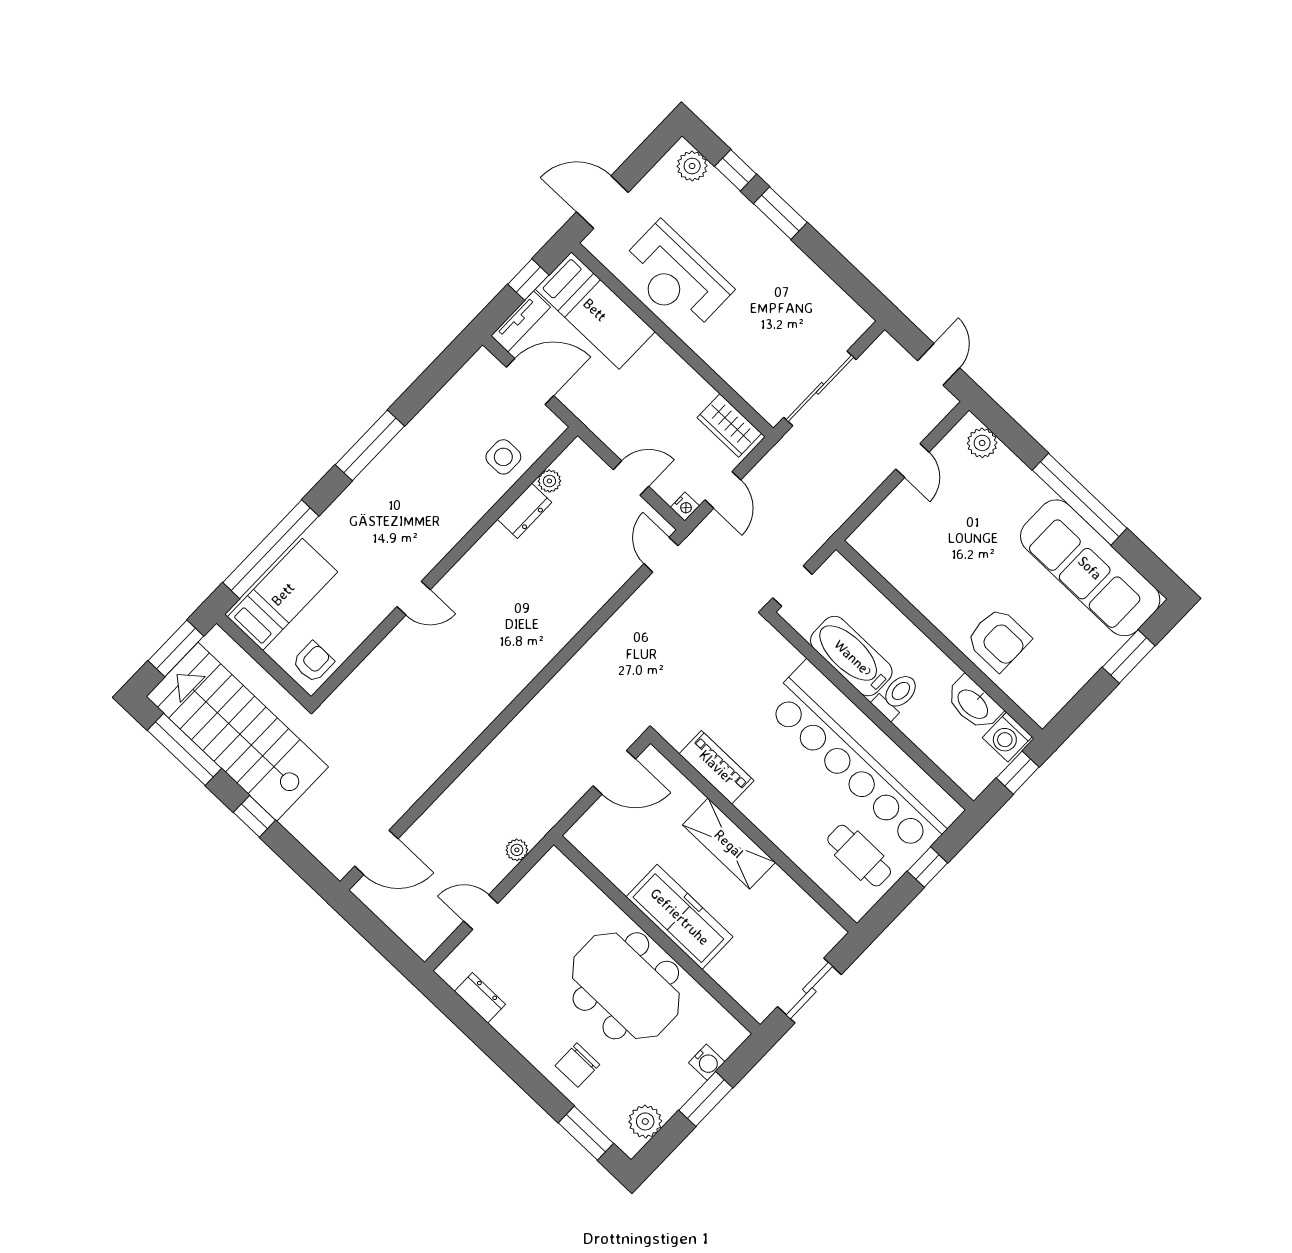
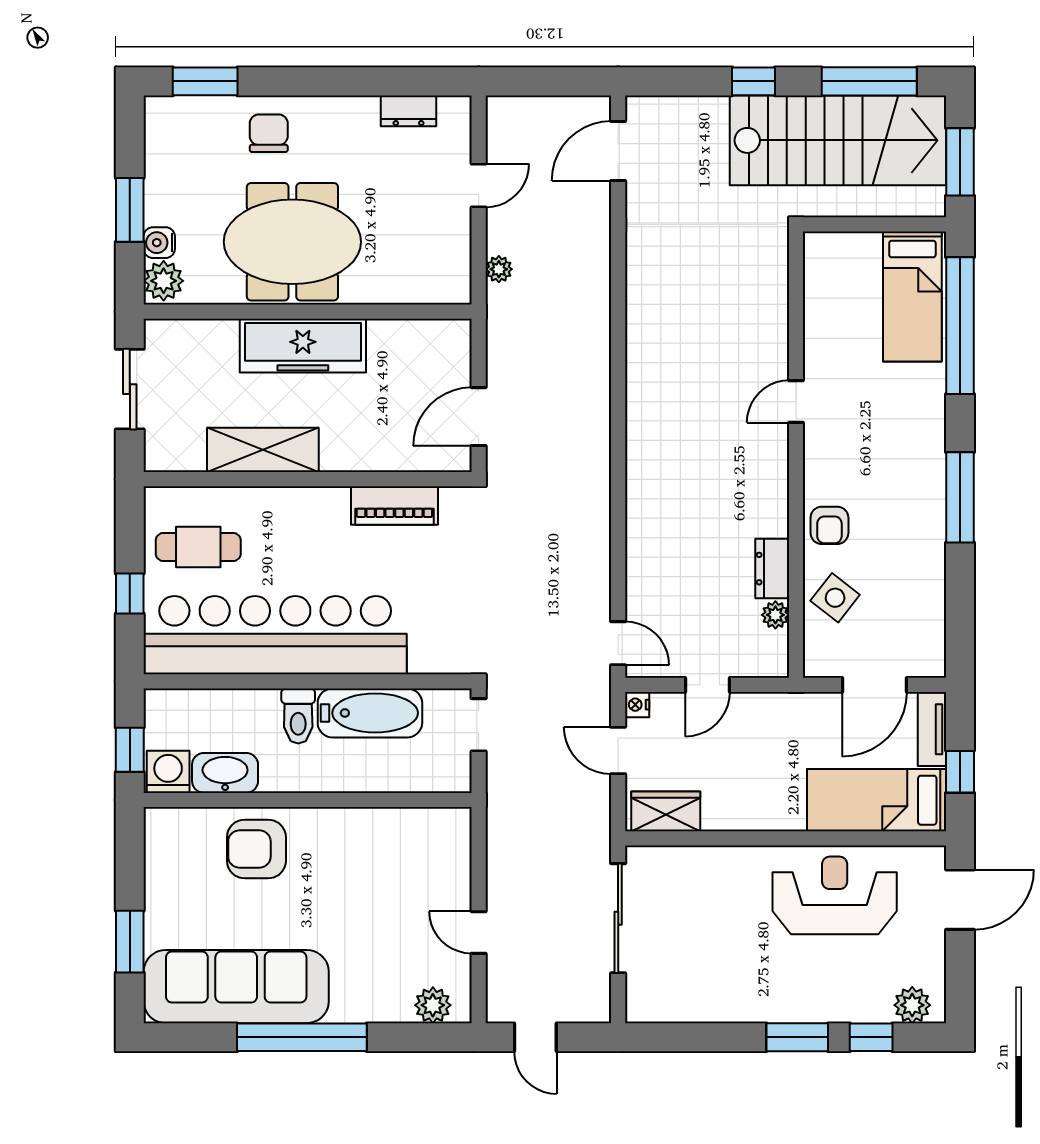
side table: (503, 457) -> (835, 598), turned 38
armchair: (313, 662) -> (829, 525), moved
shelving: (729, 844) -> (263, 450), moved
plant: (645, 1121) -> (164, 281), moved

